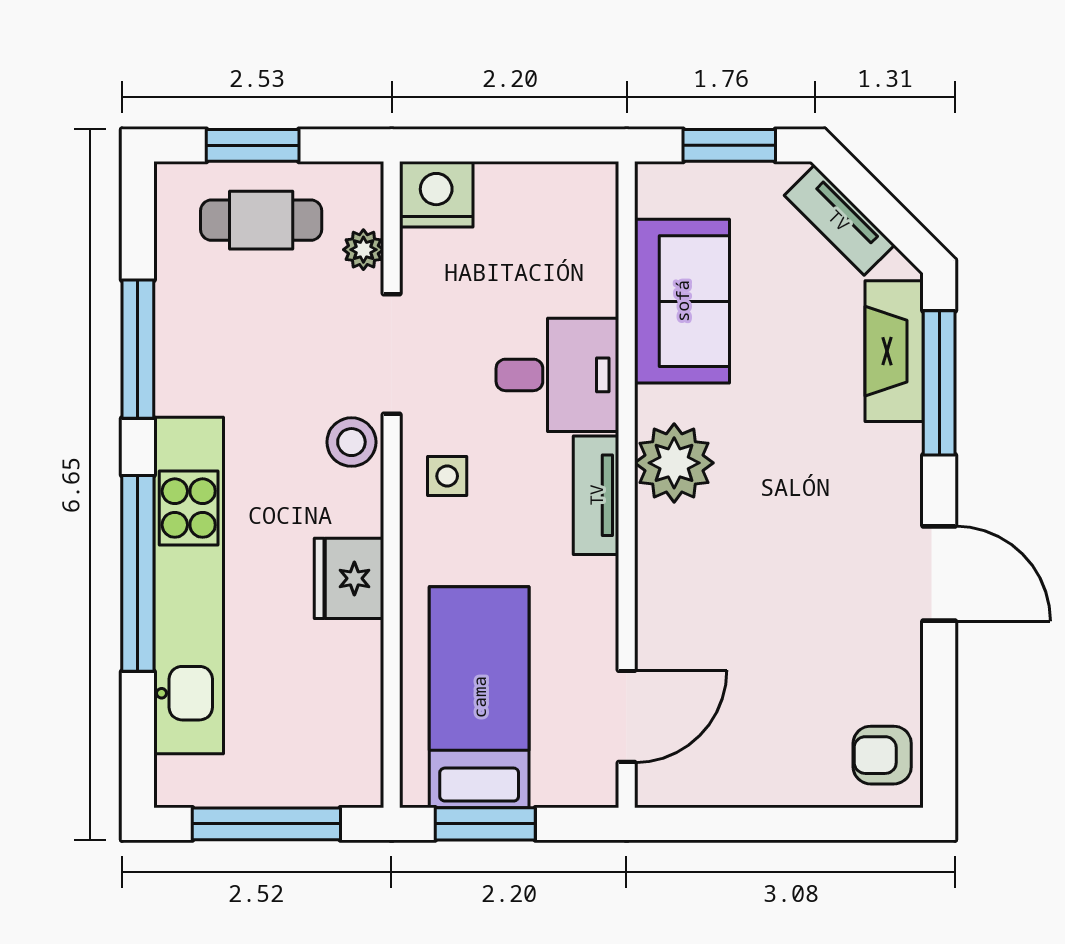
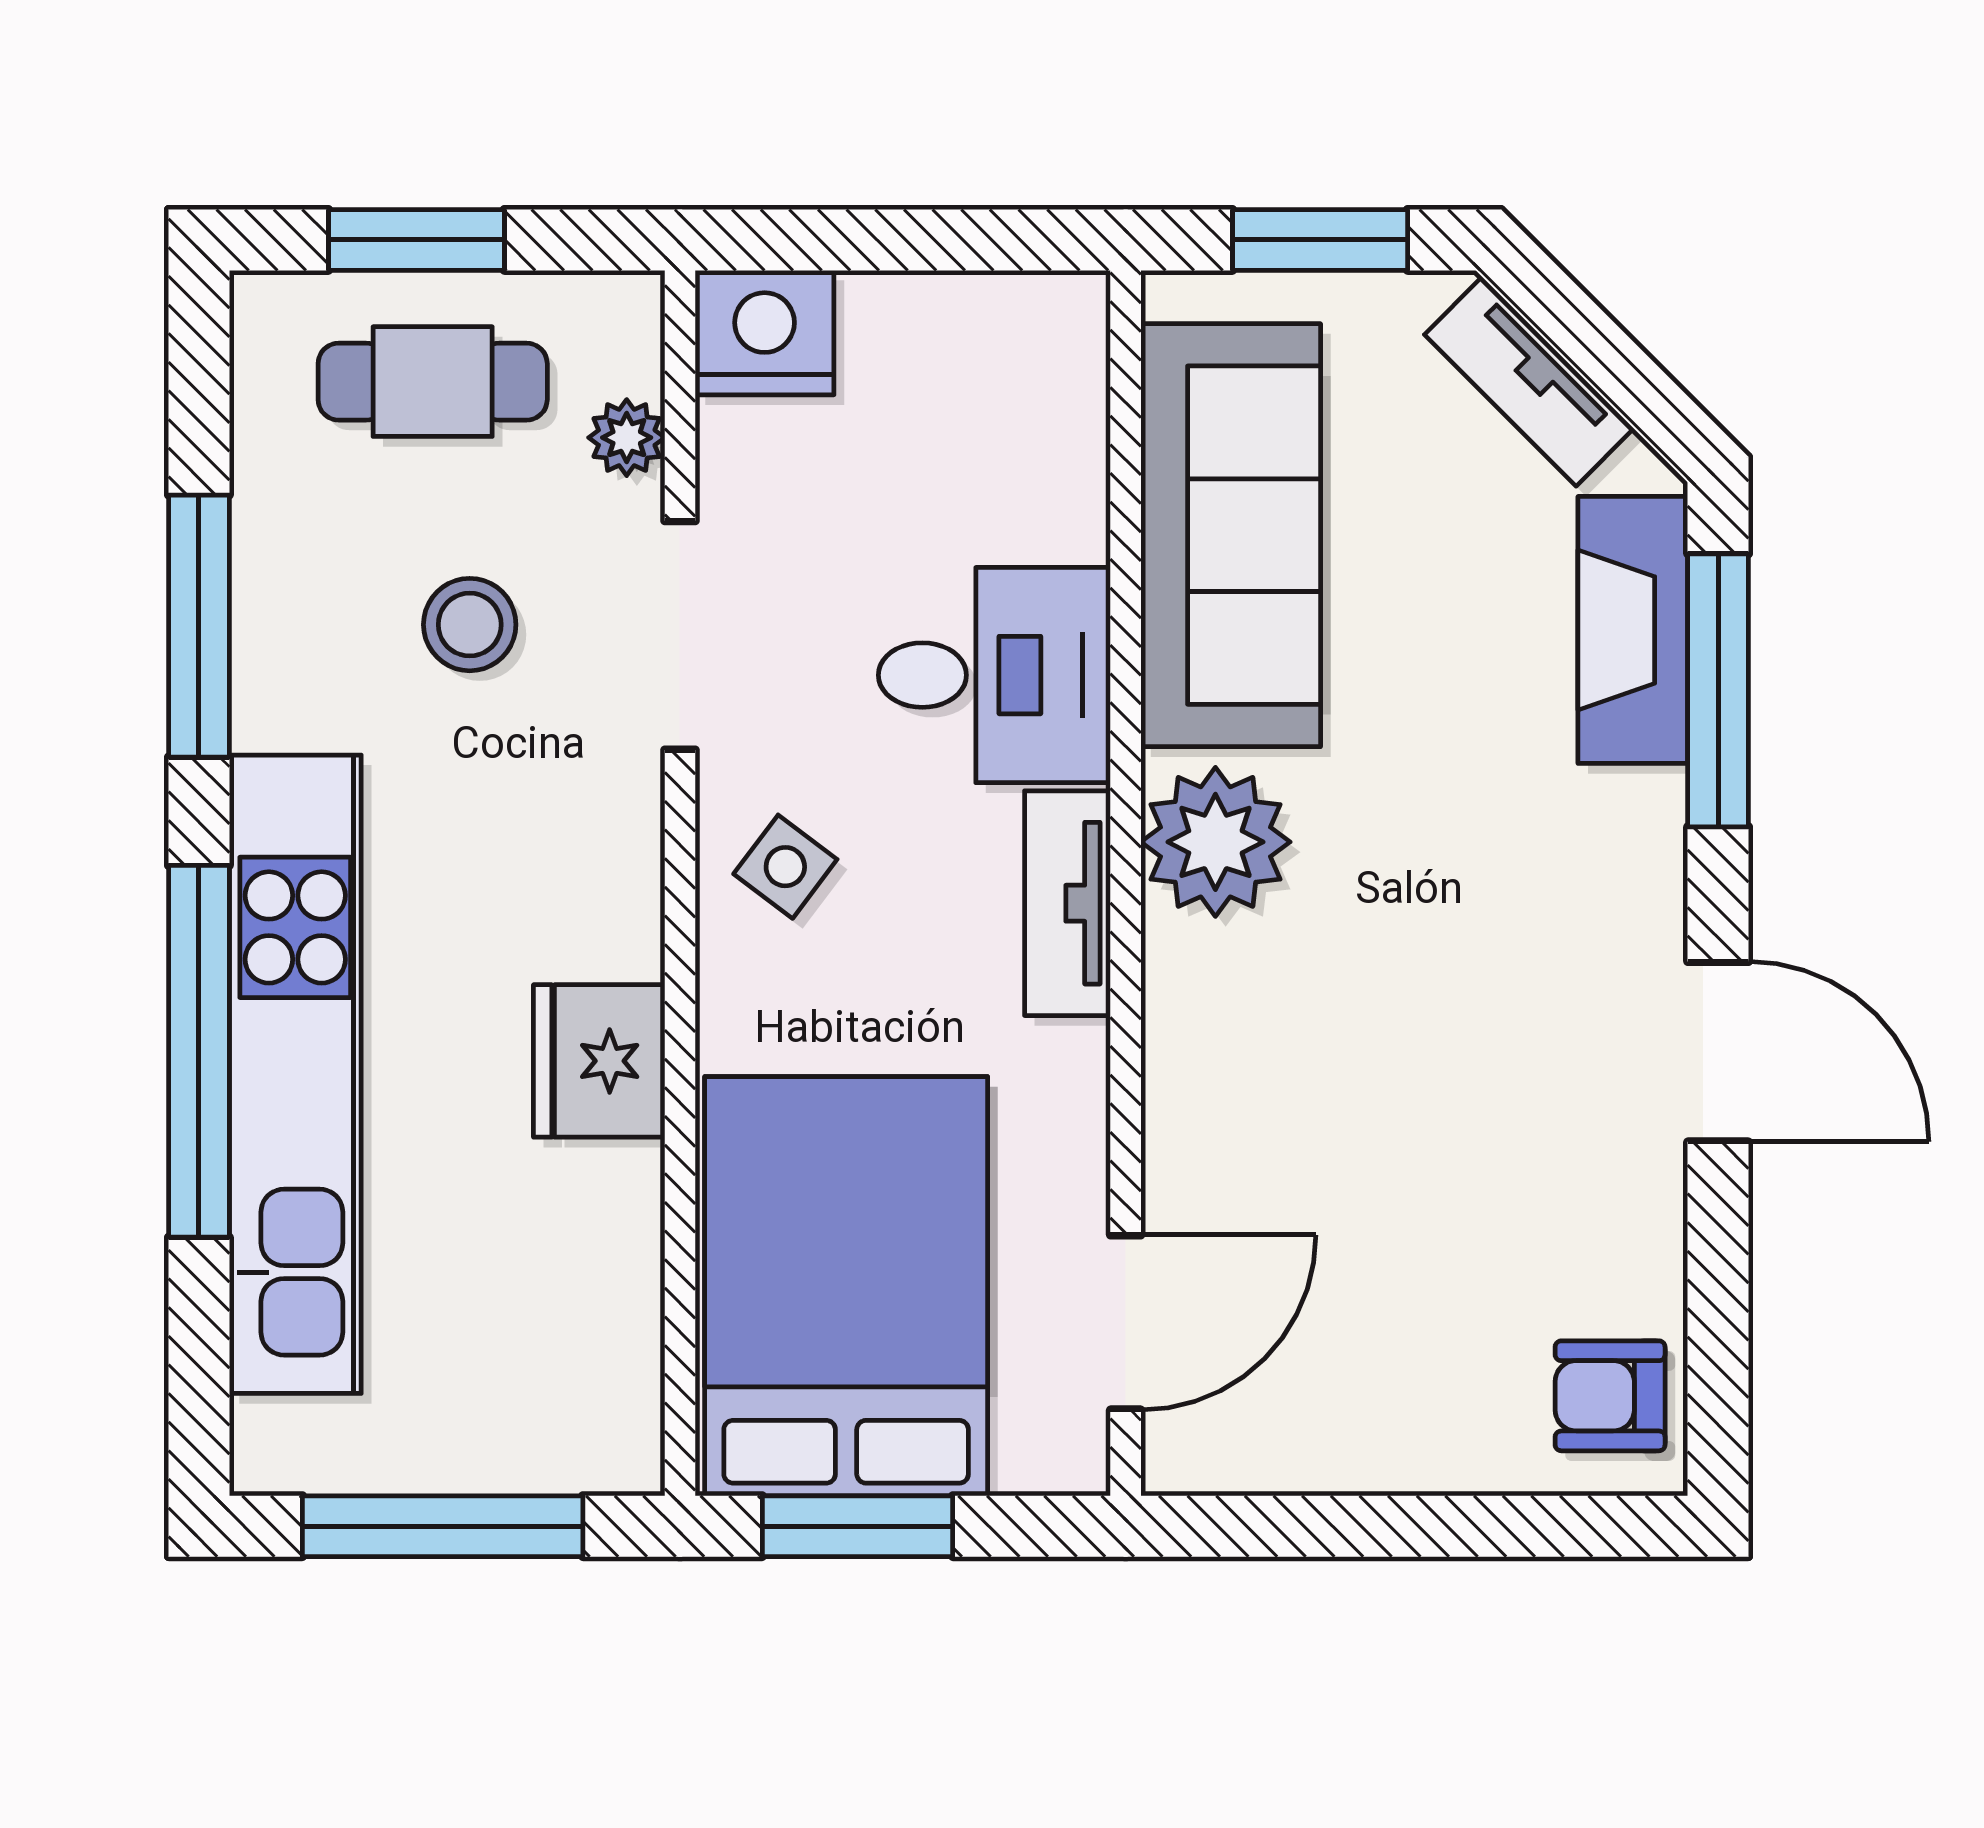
sofa: (682, 301) -> (1231, 535), width x1.36
stool: (351, 442) -> (470, 625), moved
side table: (447, 476) -> (785, 867), turned 37
bed: (479, 697) -> (846, 1286), width x1.50

